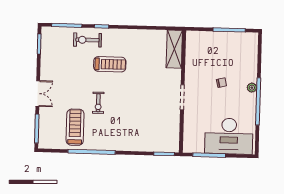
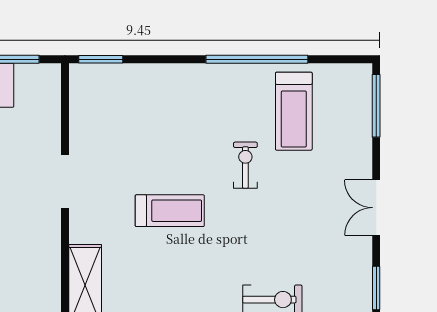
treadmill: (110, 64) -> (170, 211), moved, turned 180
double door: (38, 94) -> (376, 208), moved

